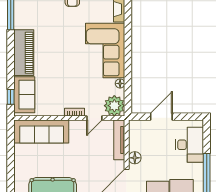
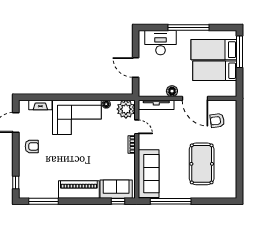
window: (11, 156) -> (171, 201), added

